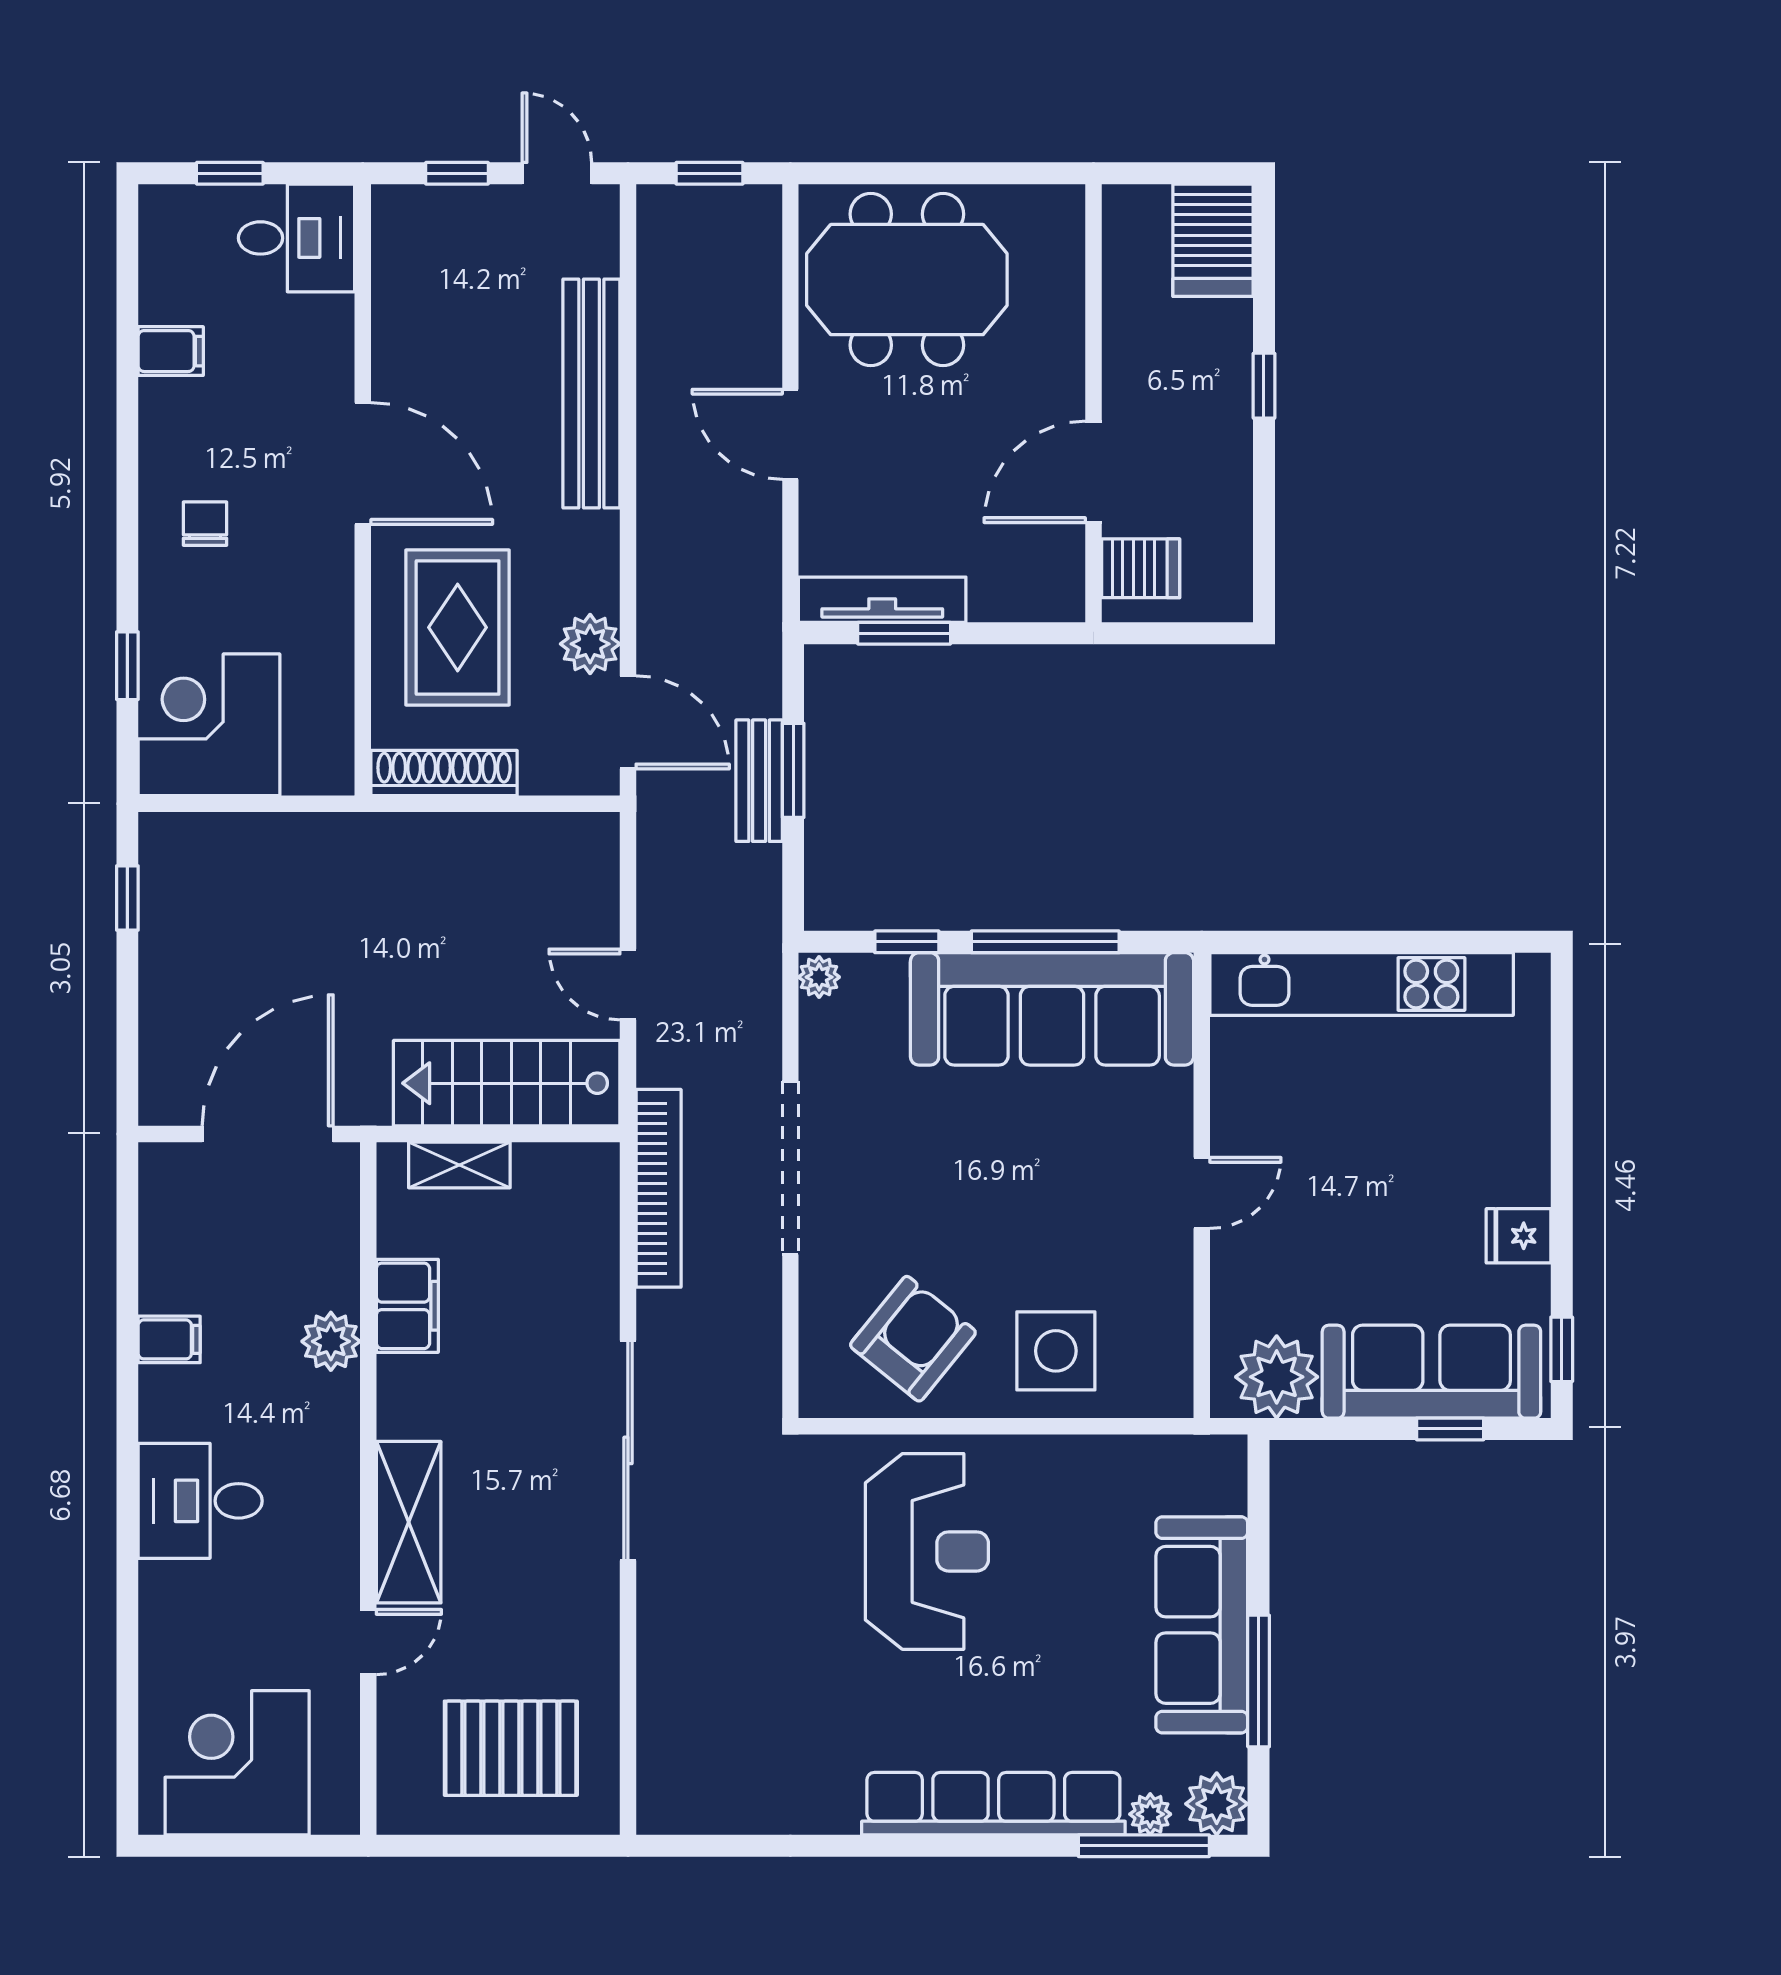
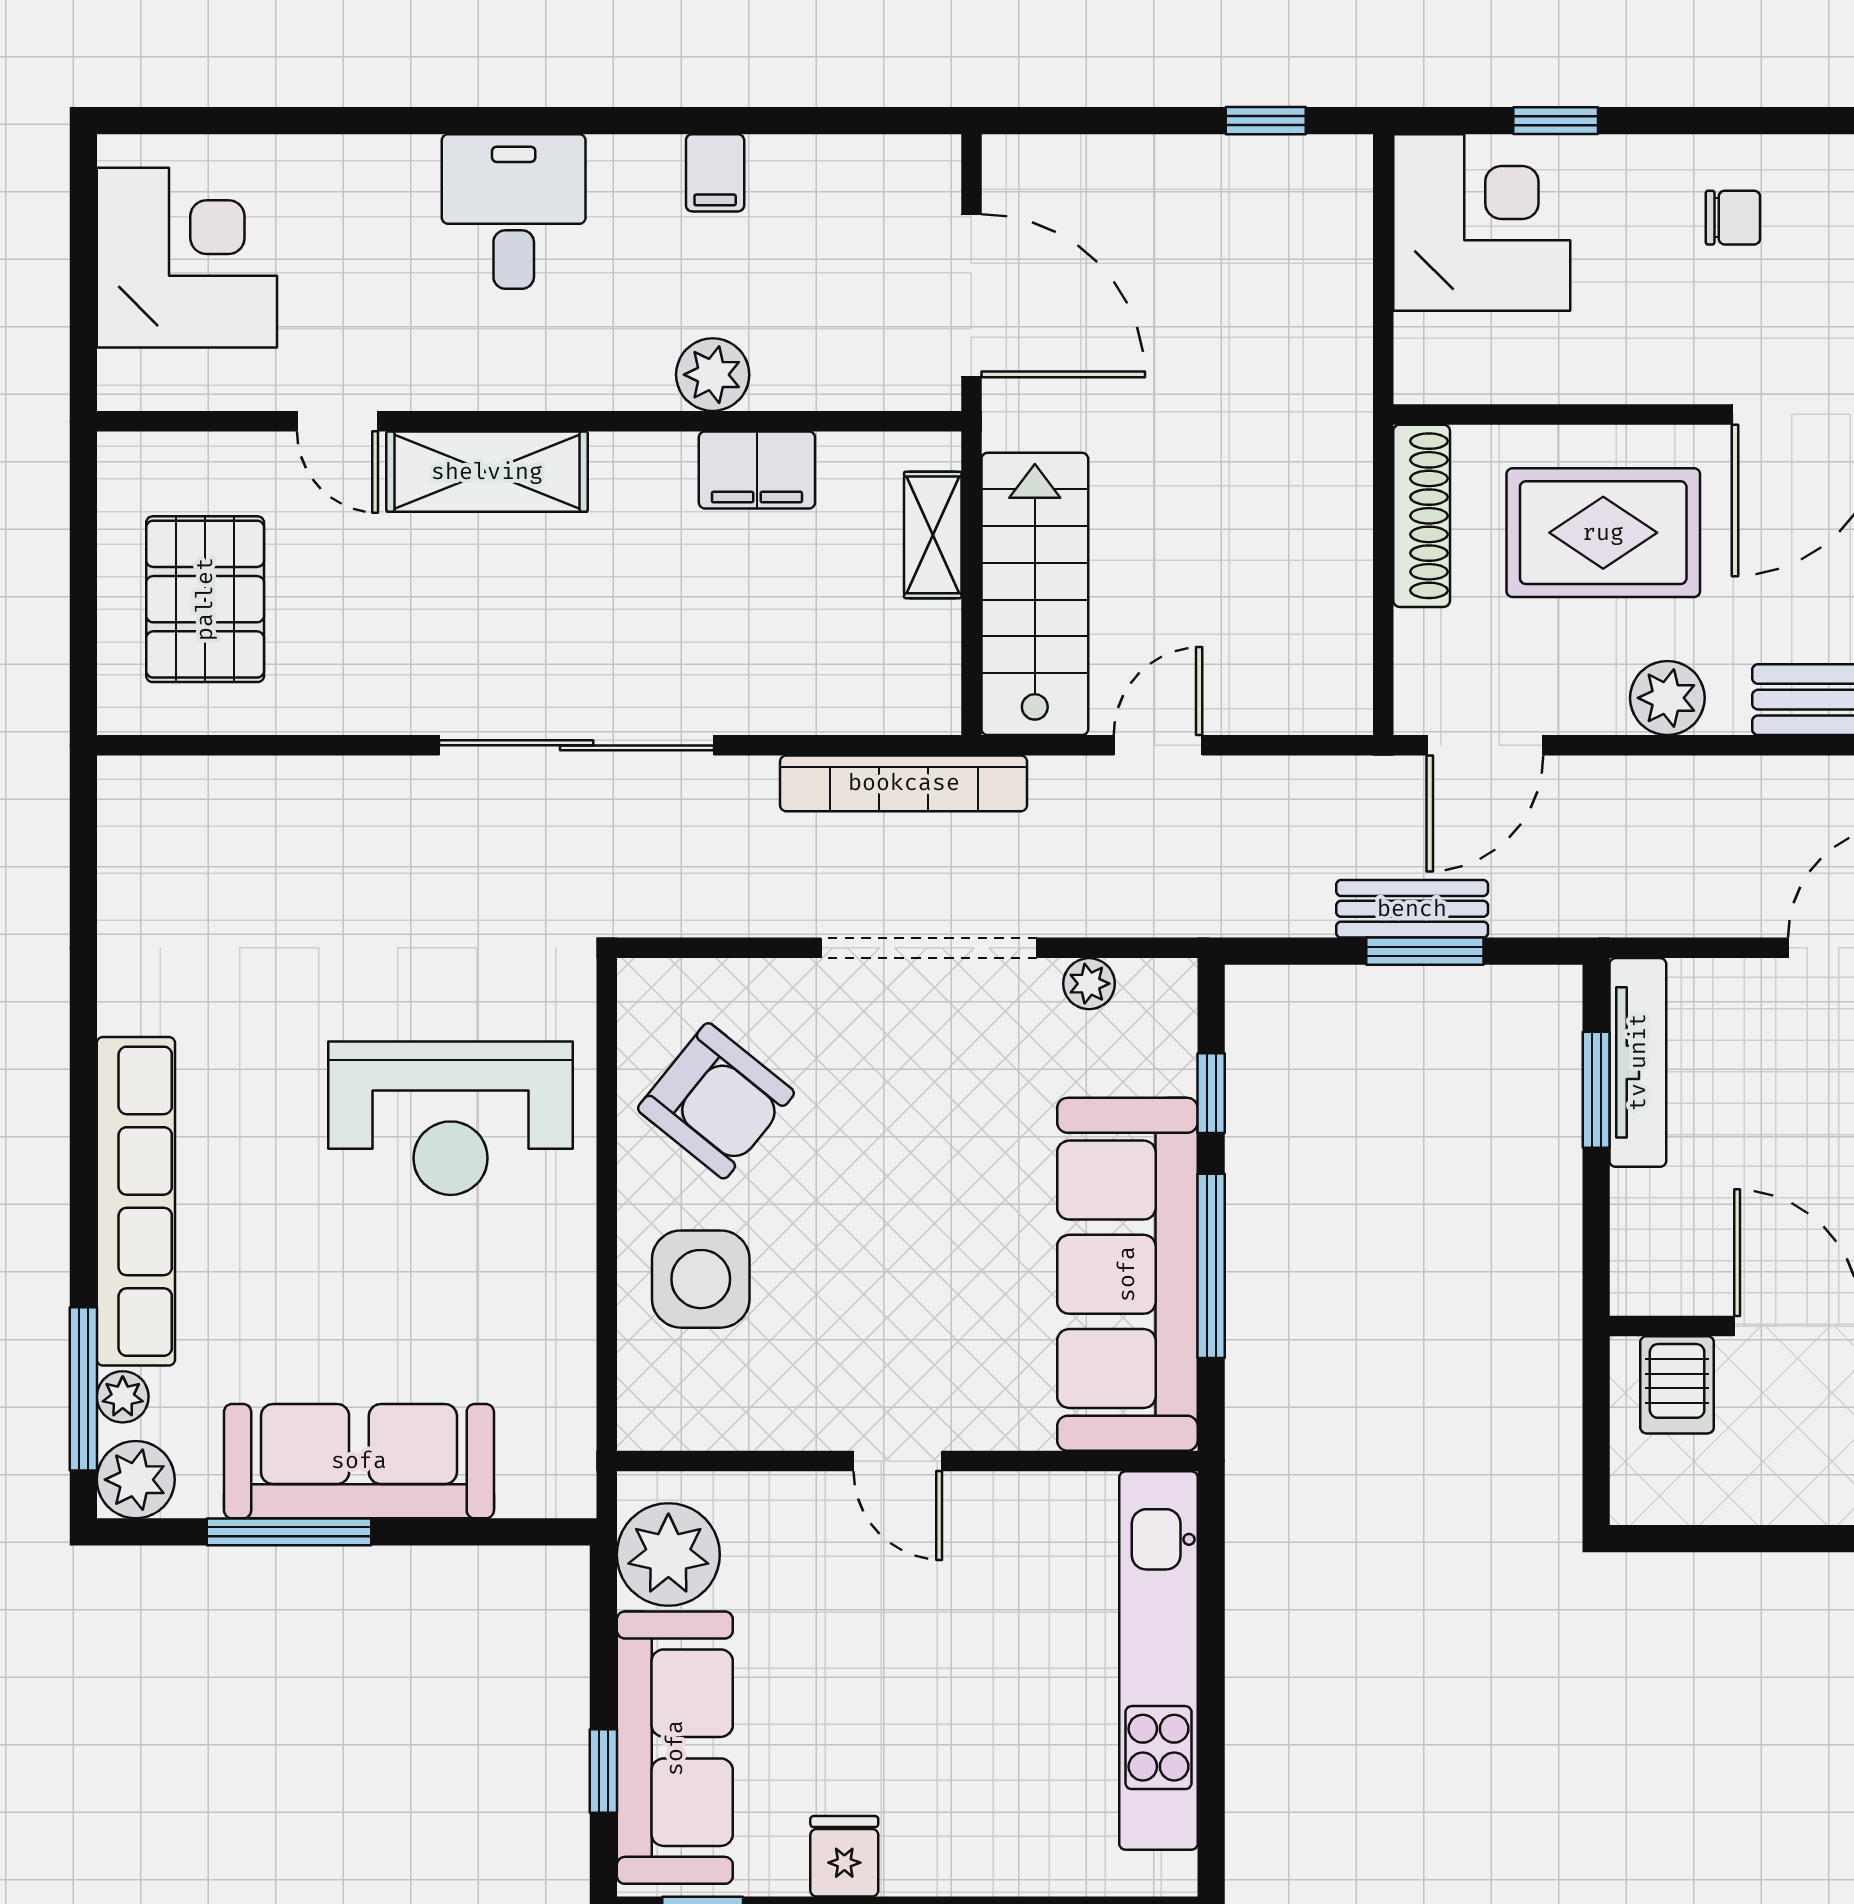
plant: (590, 644) -> (1667, 698), moved
plant: (819, 977) -> (1089, 984), moved

